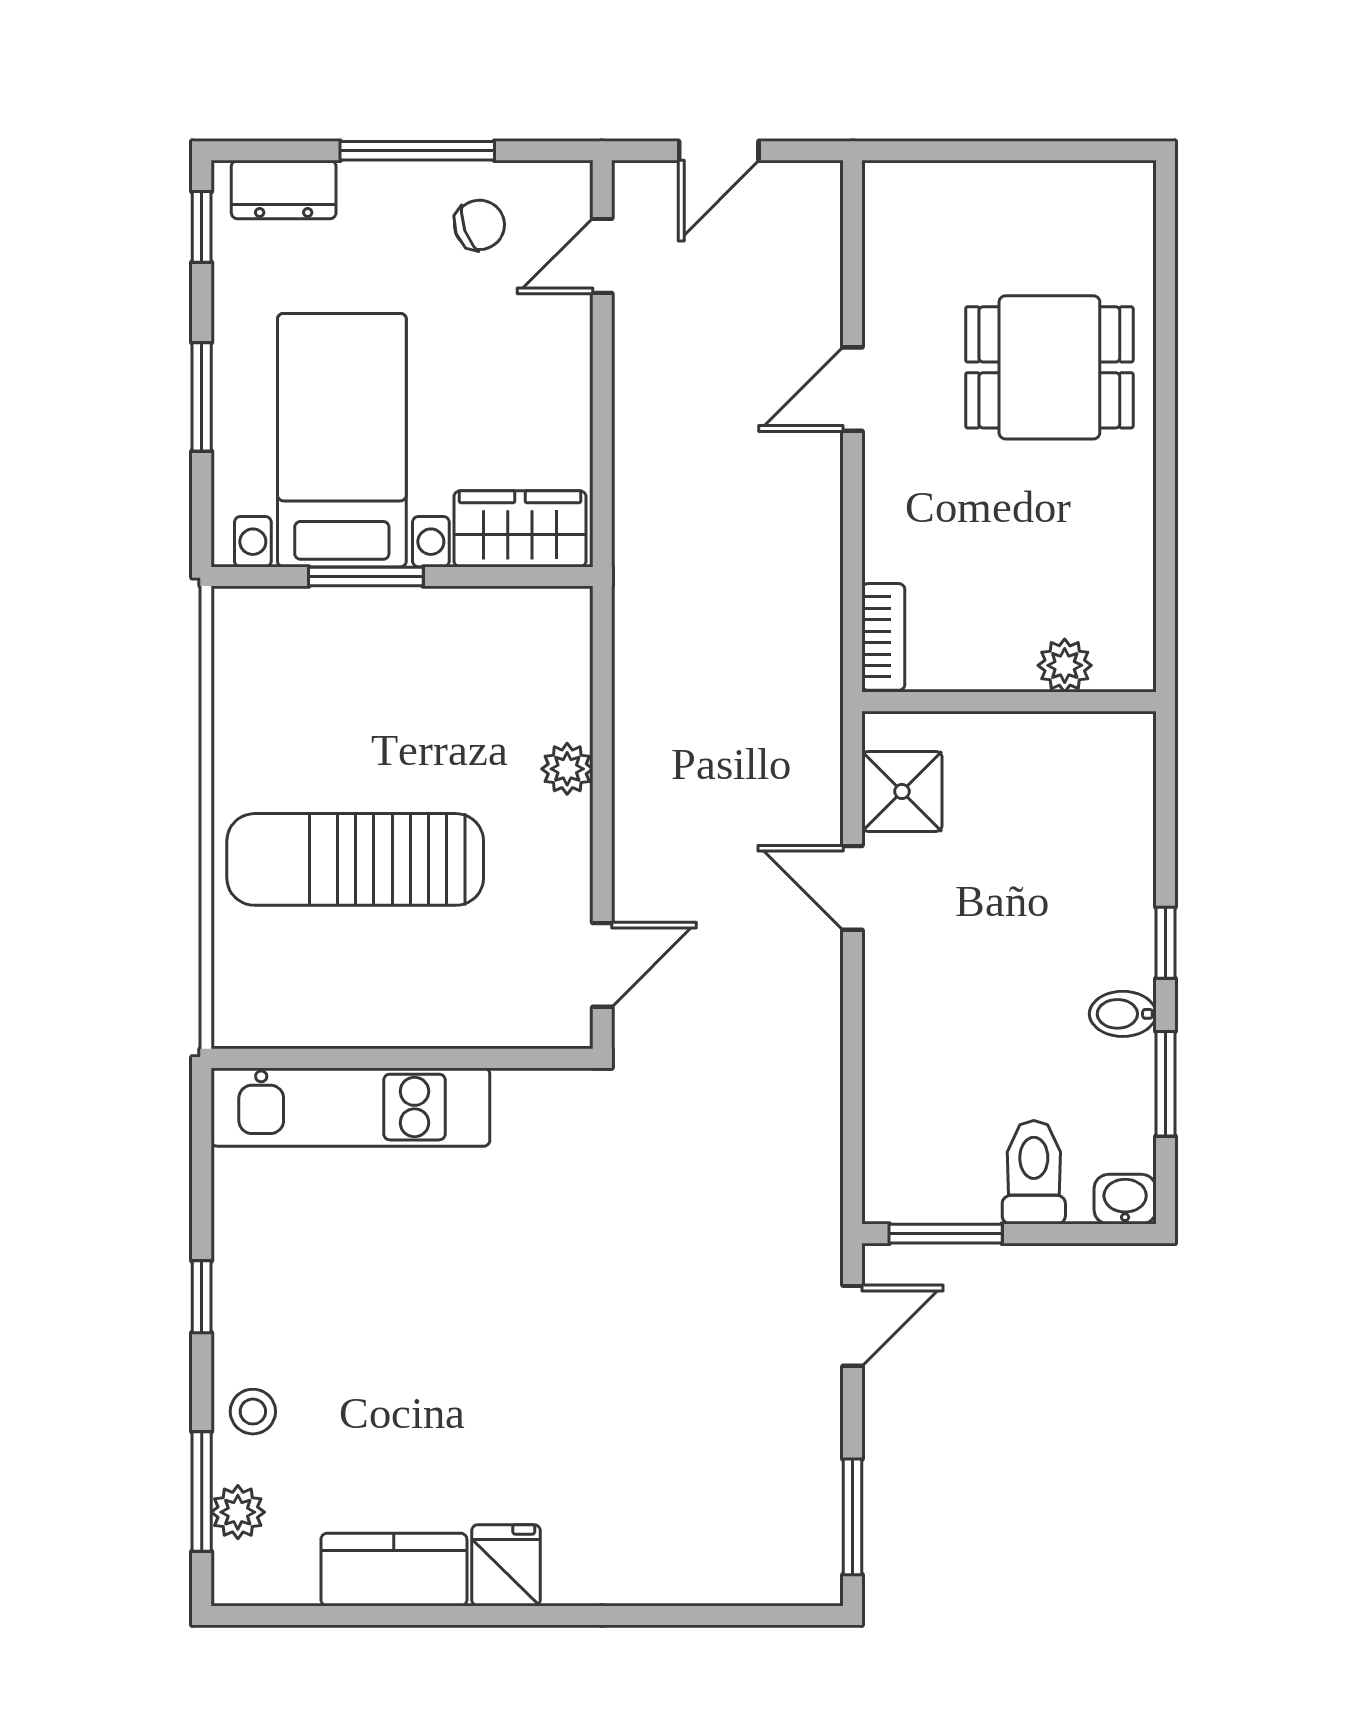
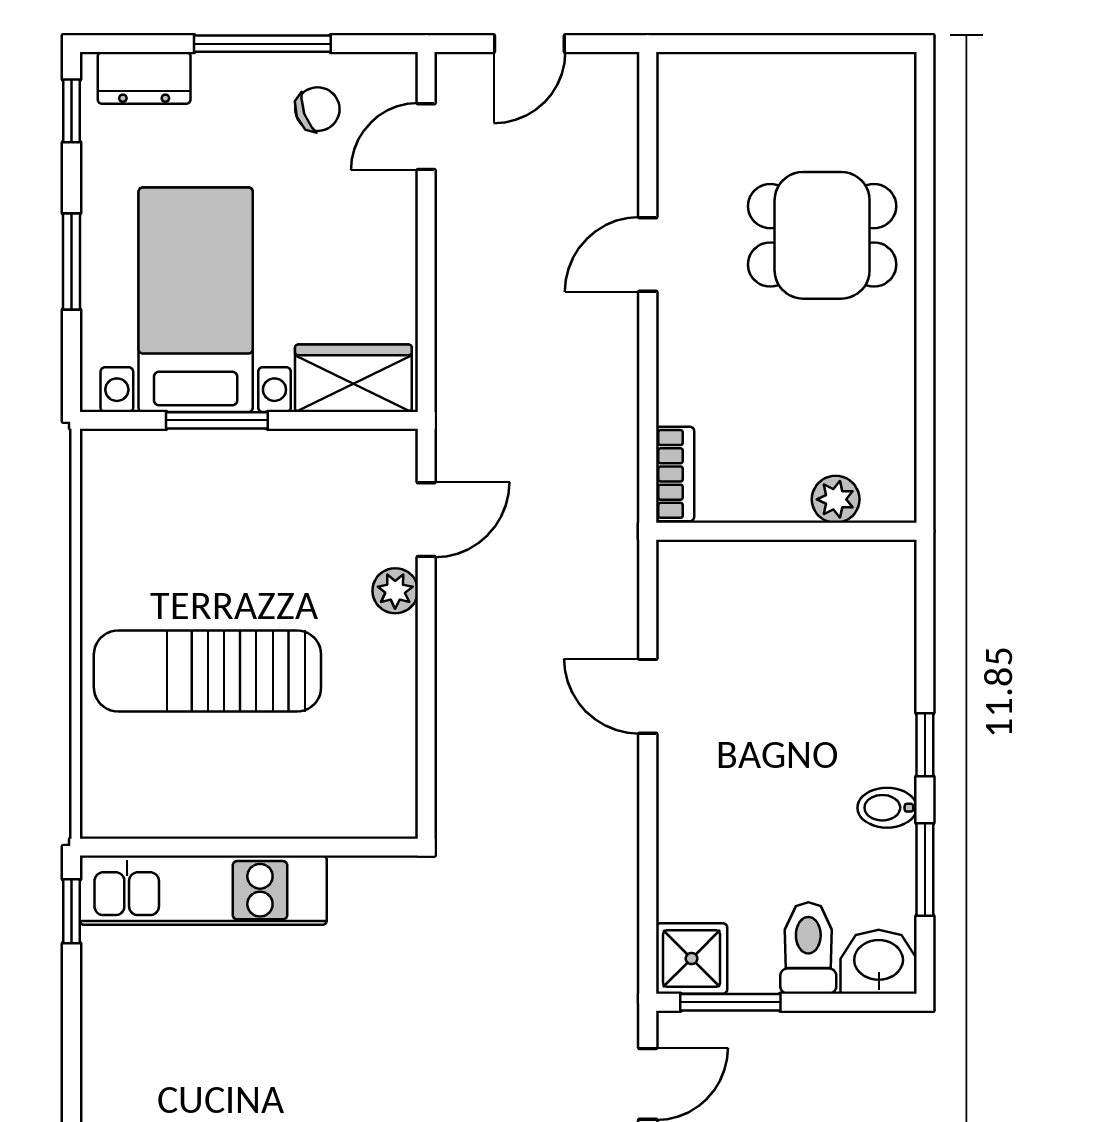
shower: (902, 791) -> (692, 959), moved
door: (602, 965) -> (426, 520), moved
washbasin: (1125, 1199) -> (879, 962), width x1.38, depth x1.45
window: (202, 1297) -> (72, 911), moved

